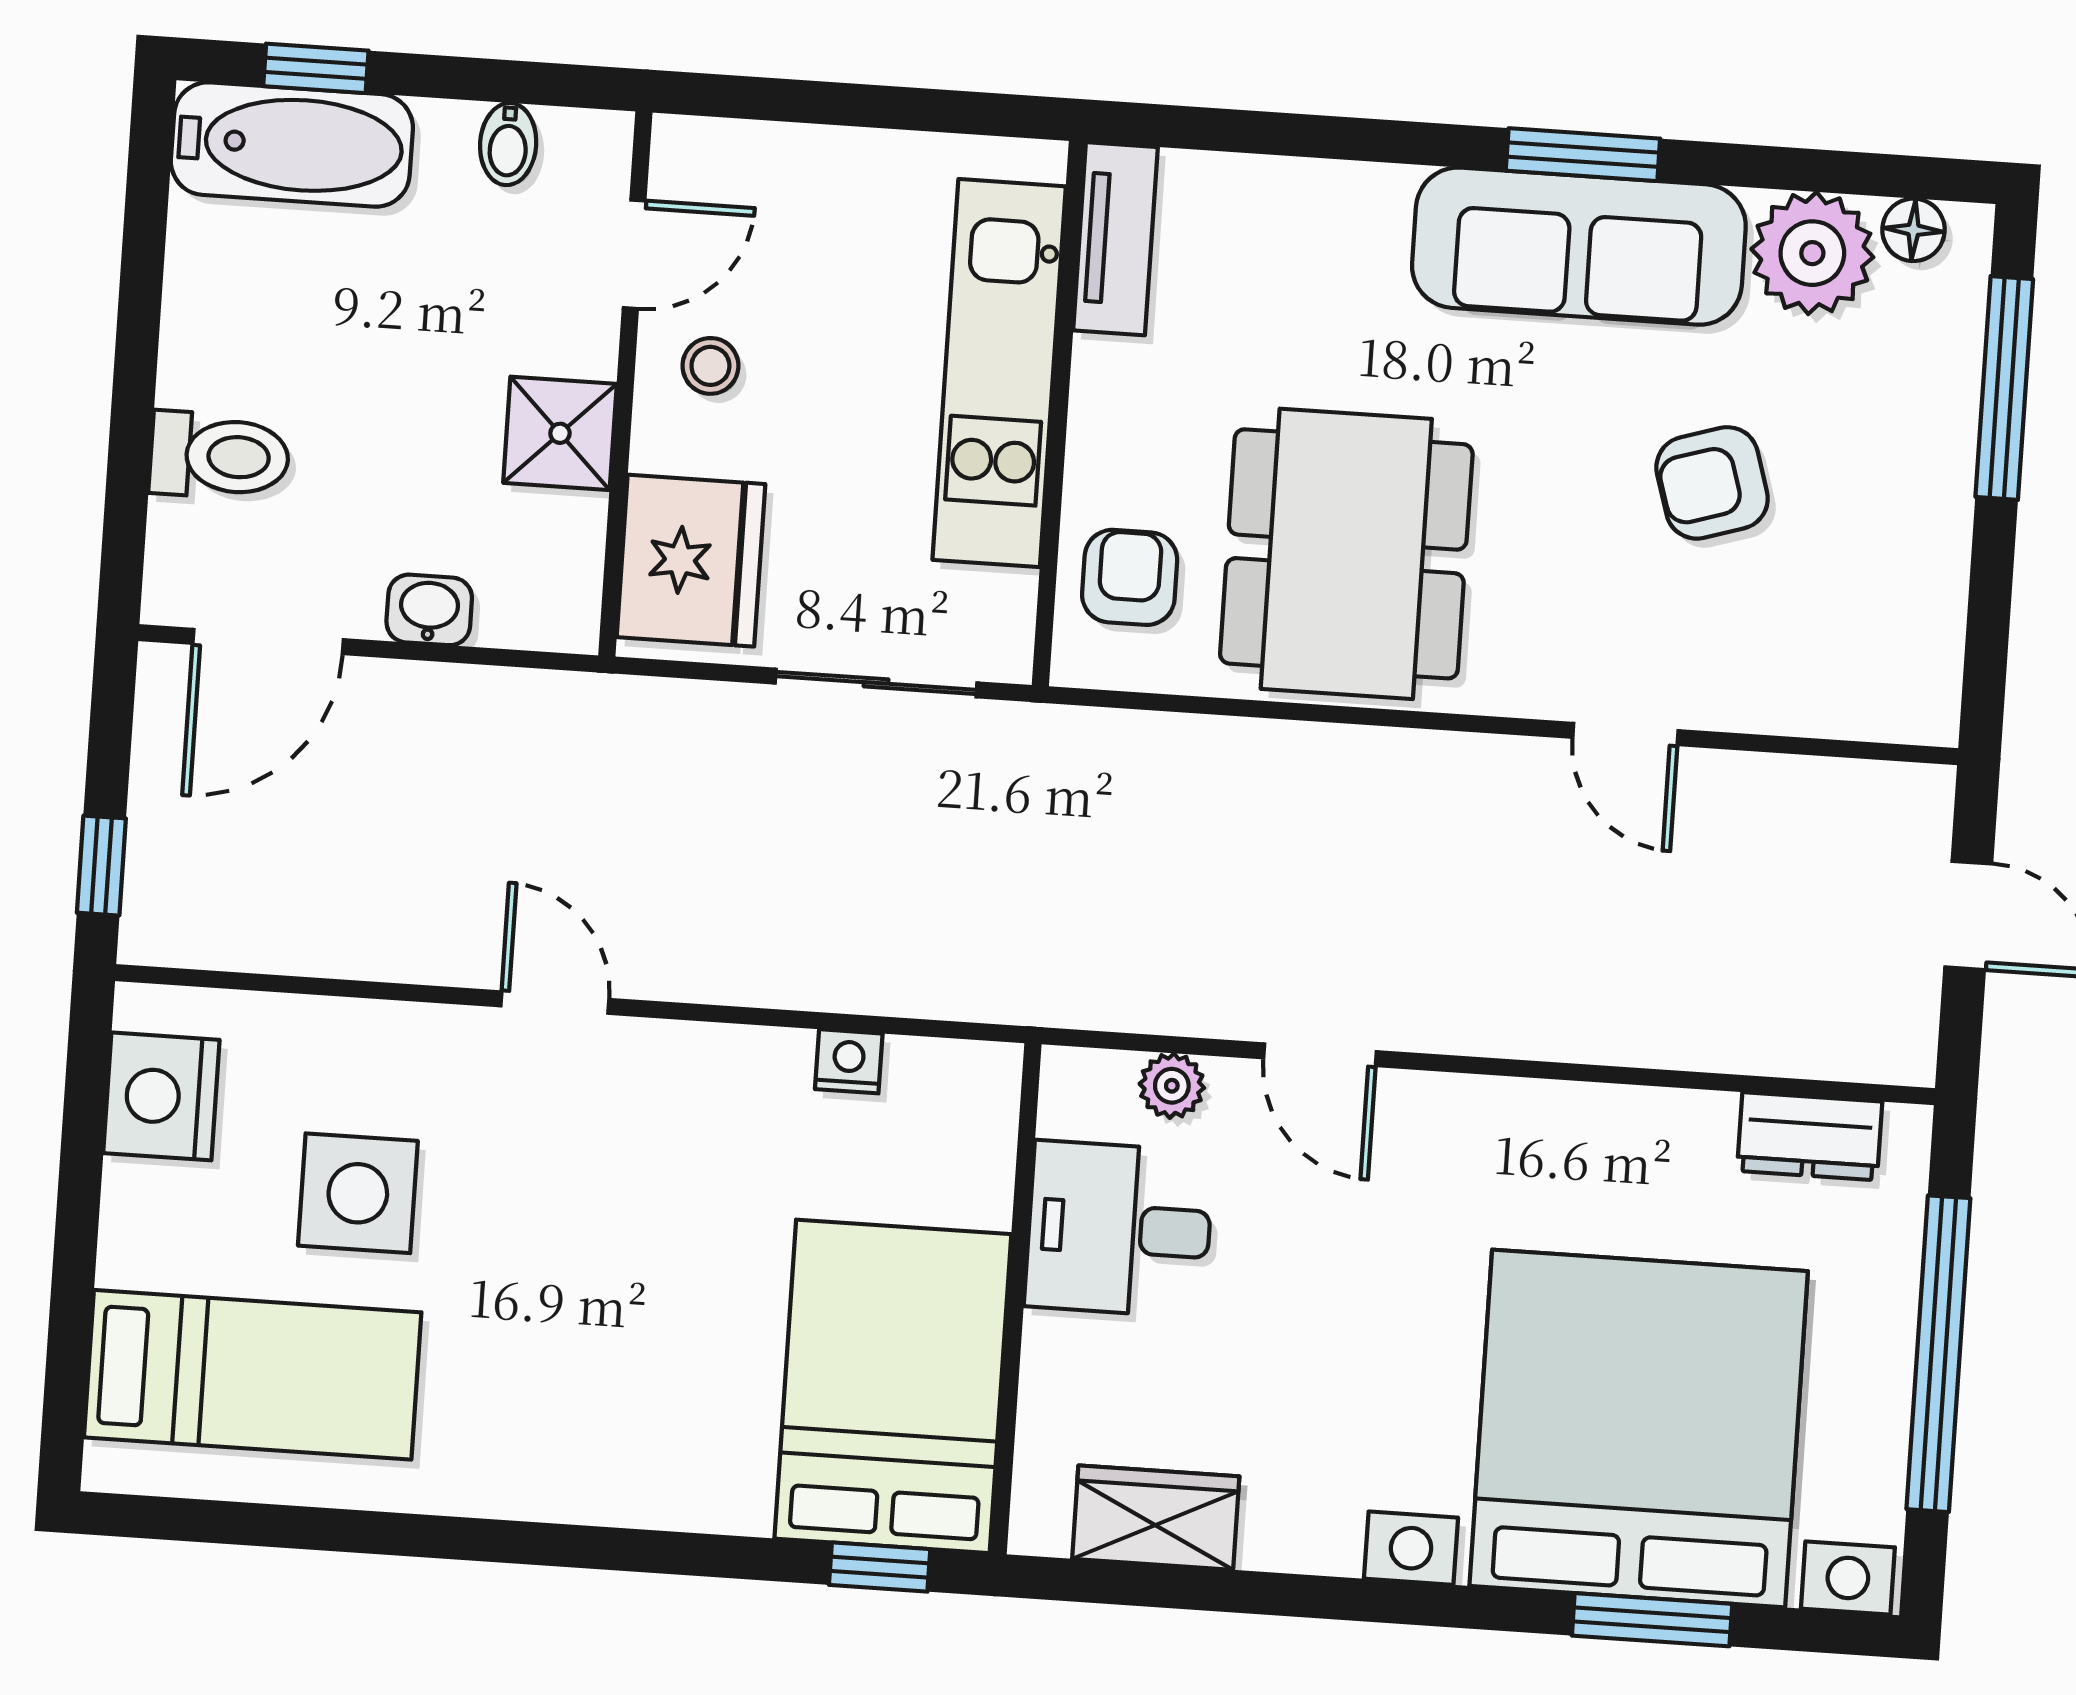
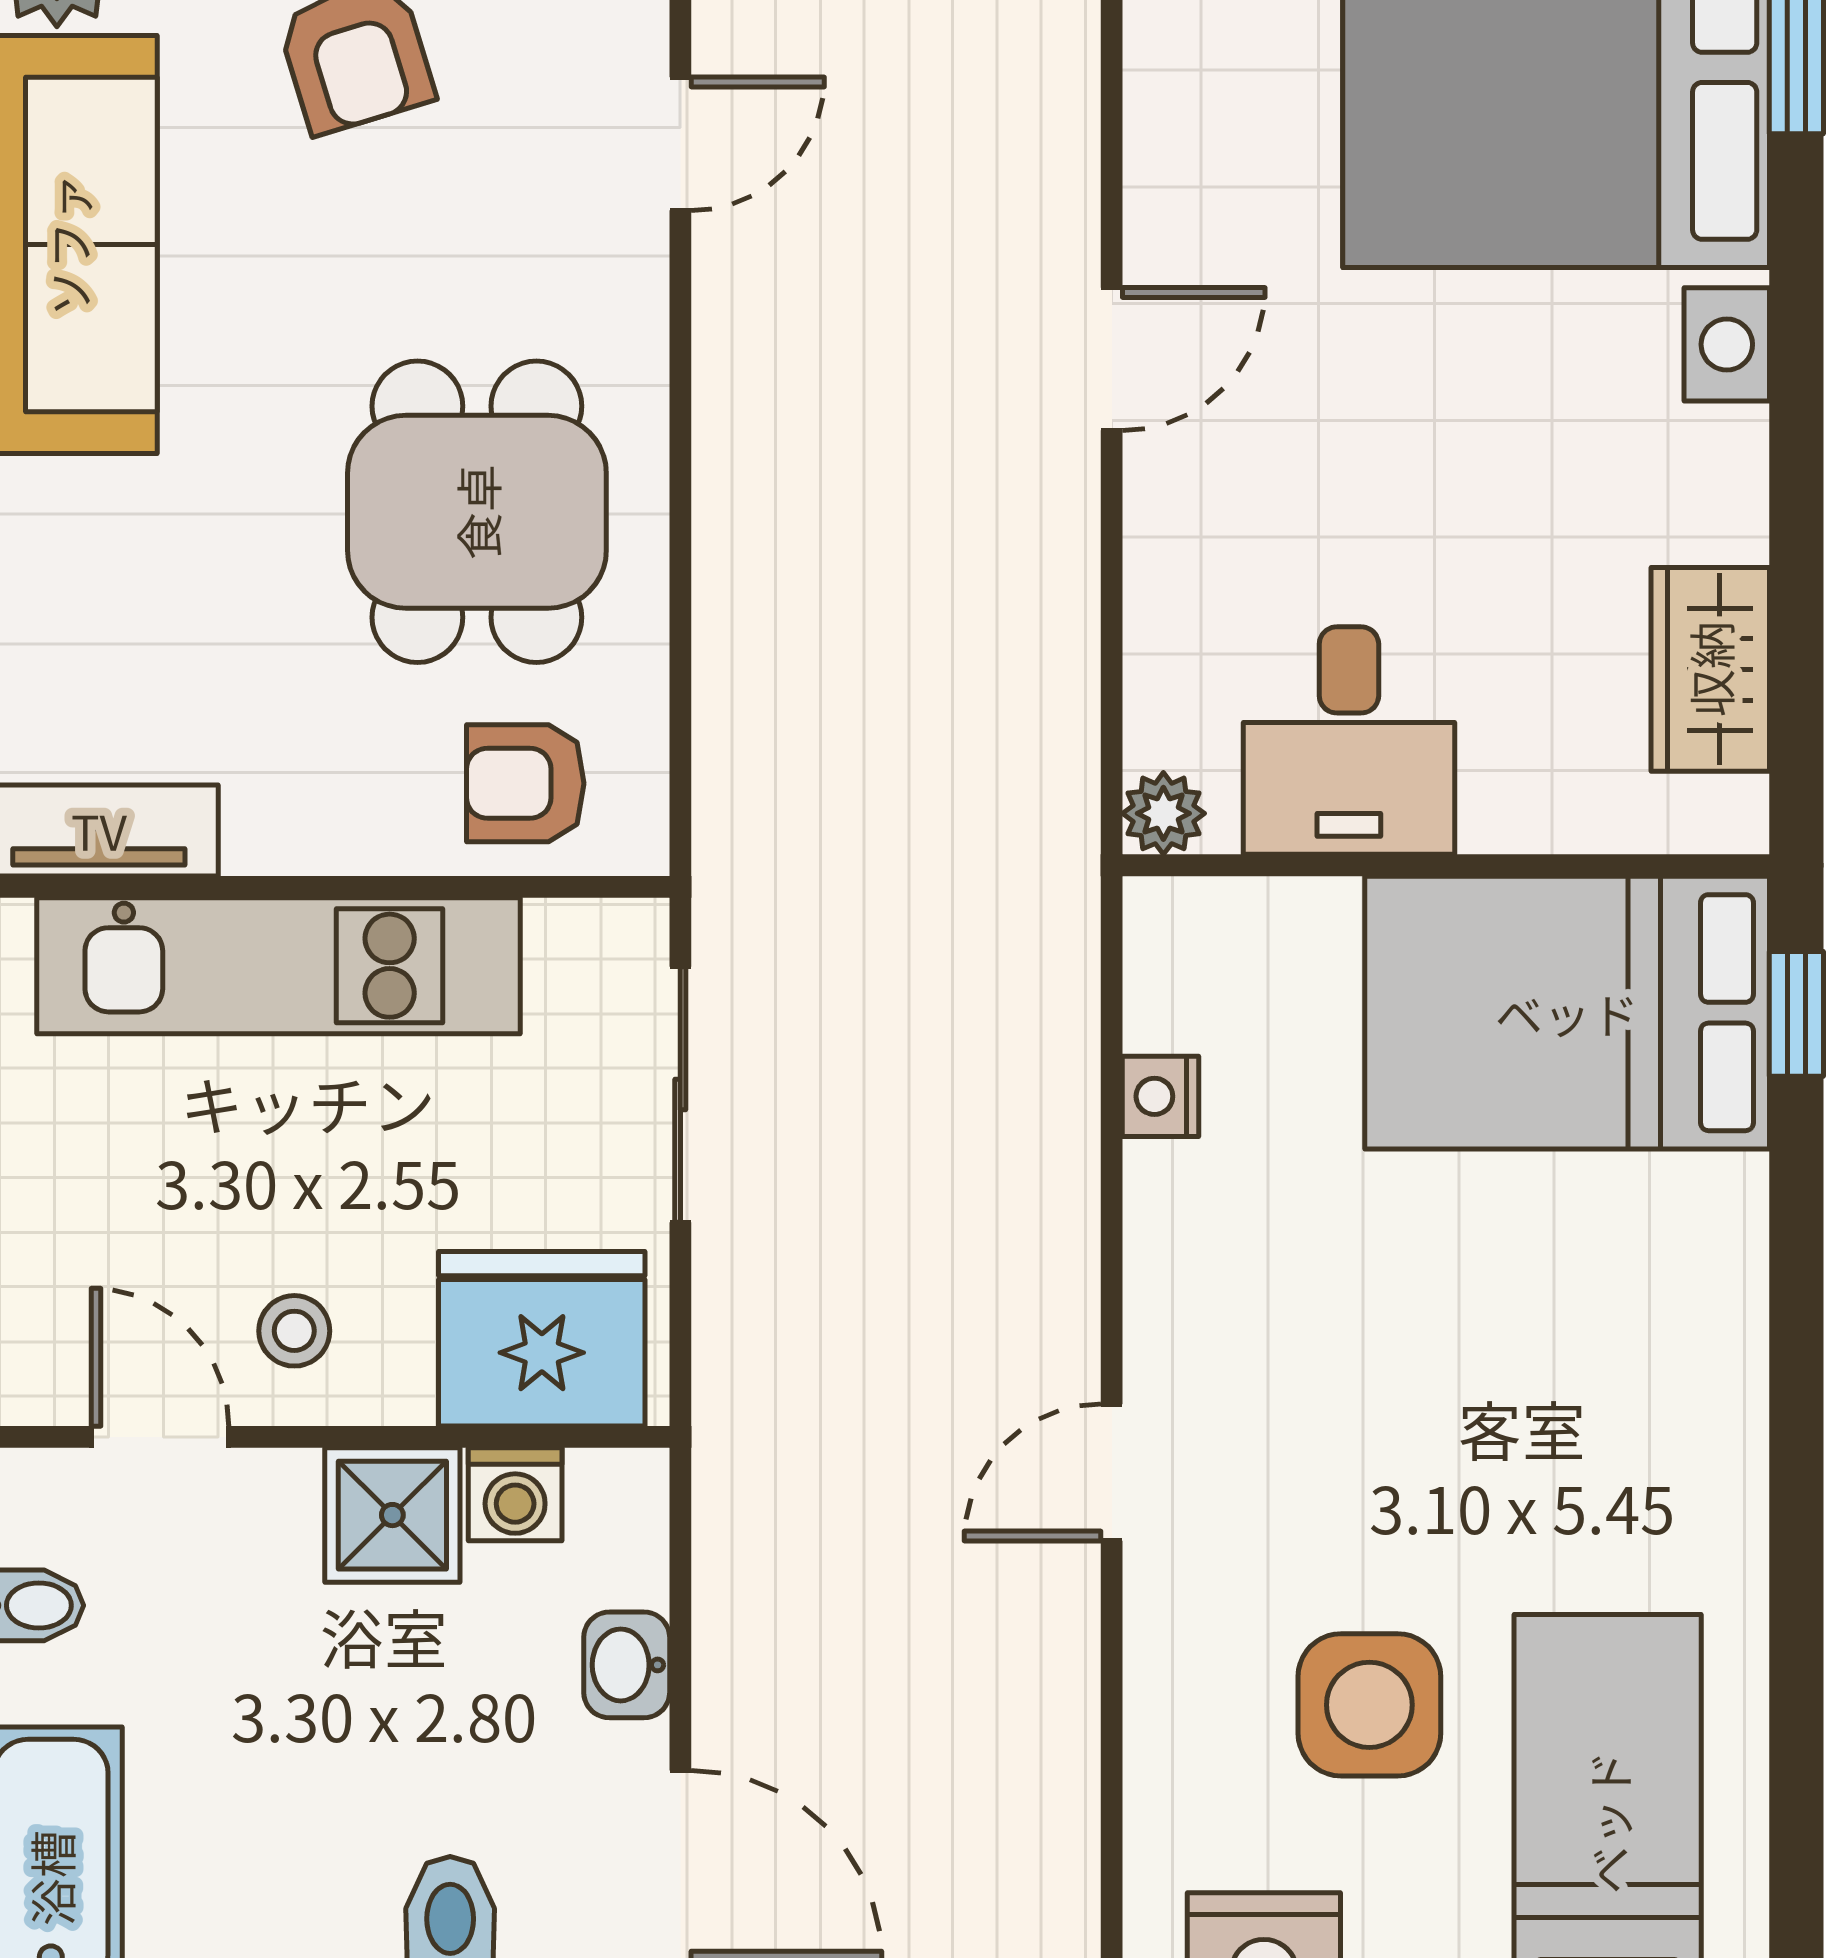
washing machine: (570, 531) -> (515, 1494), added
dining table: (1346, 554) -> (477, 512), width x0.73
door: (1320, 1055) -> (1112, 359), moved
plant: (1172, 1086) -> (1163, 813), moved

